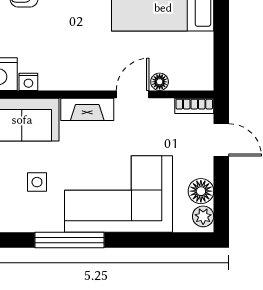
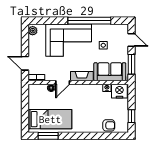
floor lamp: (201, 191) -> (34, 41), removed
window: (70, 240) -> (89, 21), width x1.46

